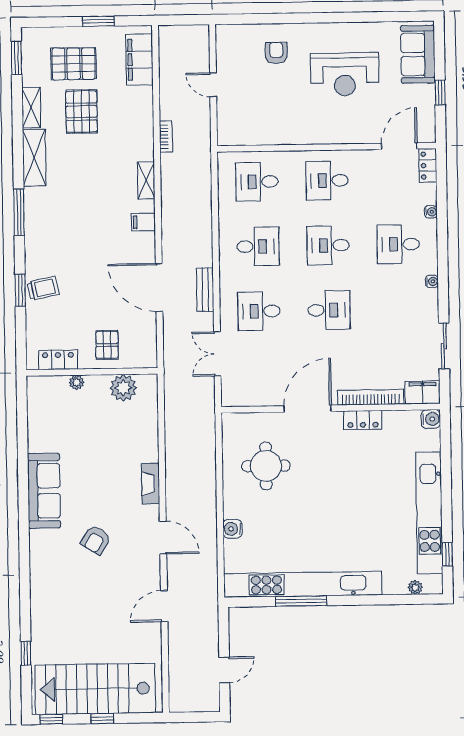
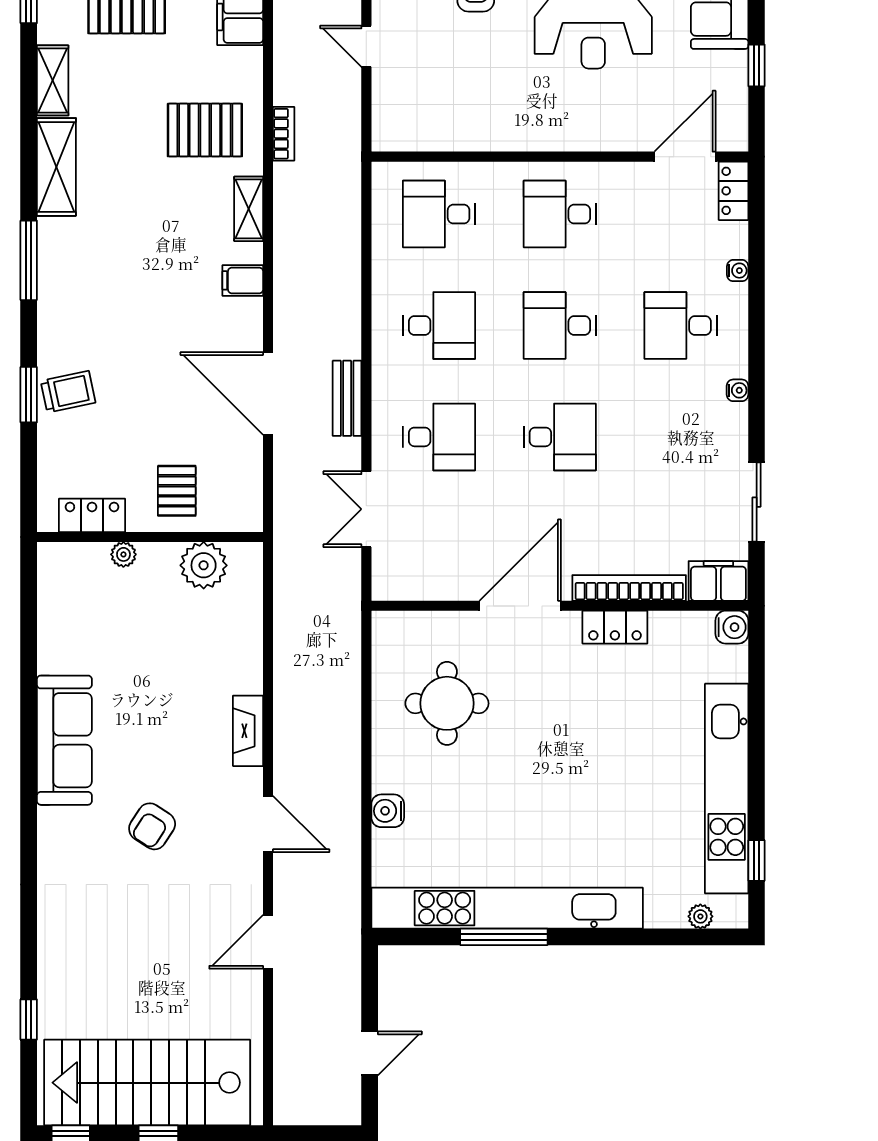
pallet: (82, 112) -> (205, 130), moved, turned 90
desk: (259, 311) -> (439, 437), turned 180

